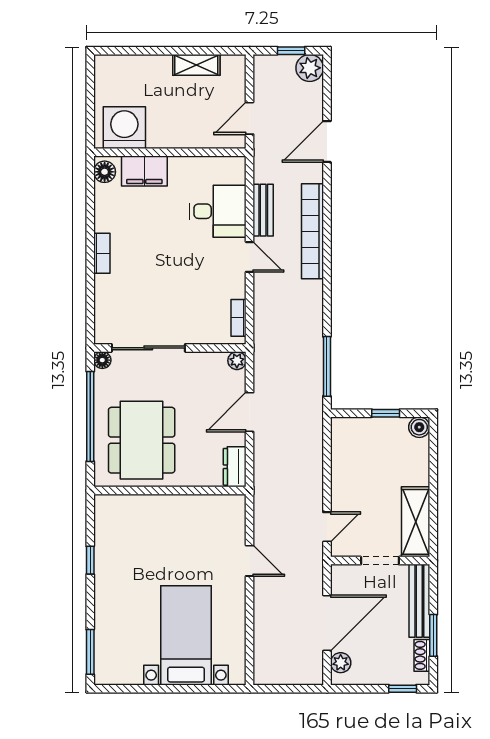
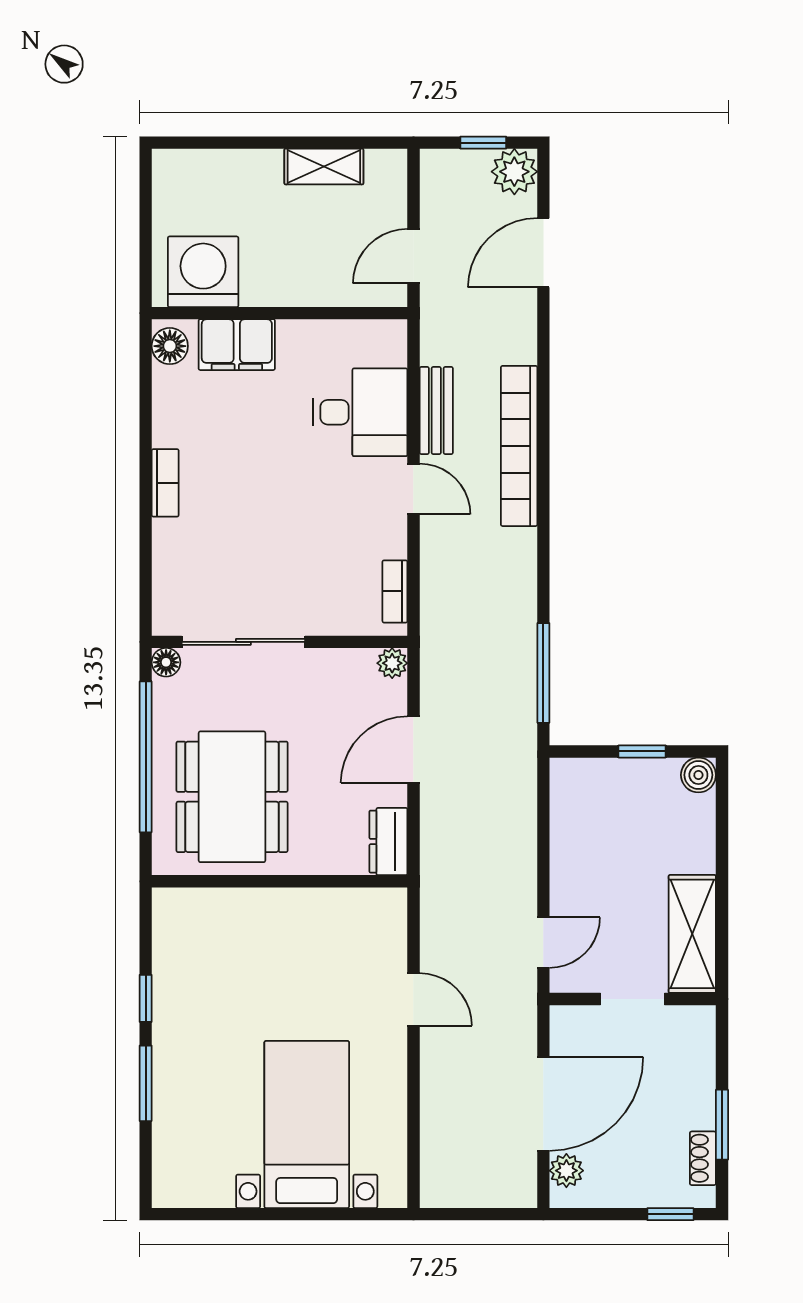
door: (327, 142) -> (543, 253), moved
bench: (419, 601) -> (699, 1067), removed
window: (90, 652) -> (146, 1083), moved

